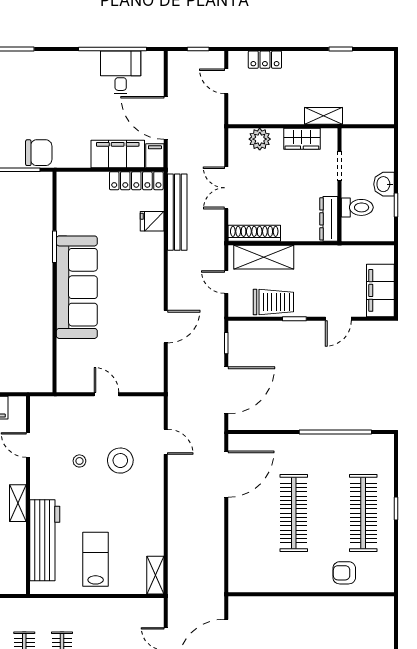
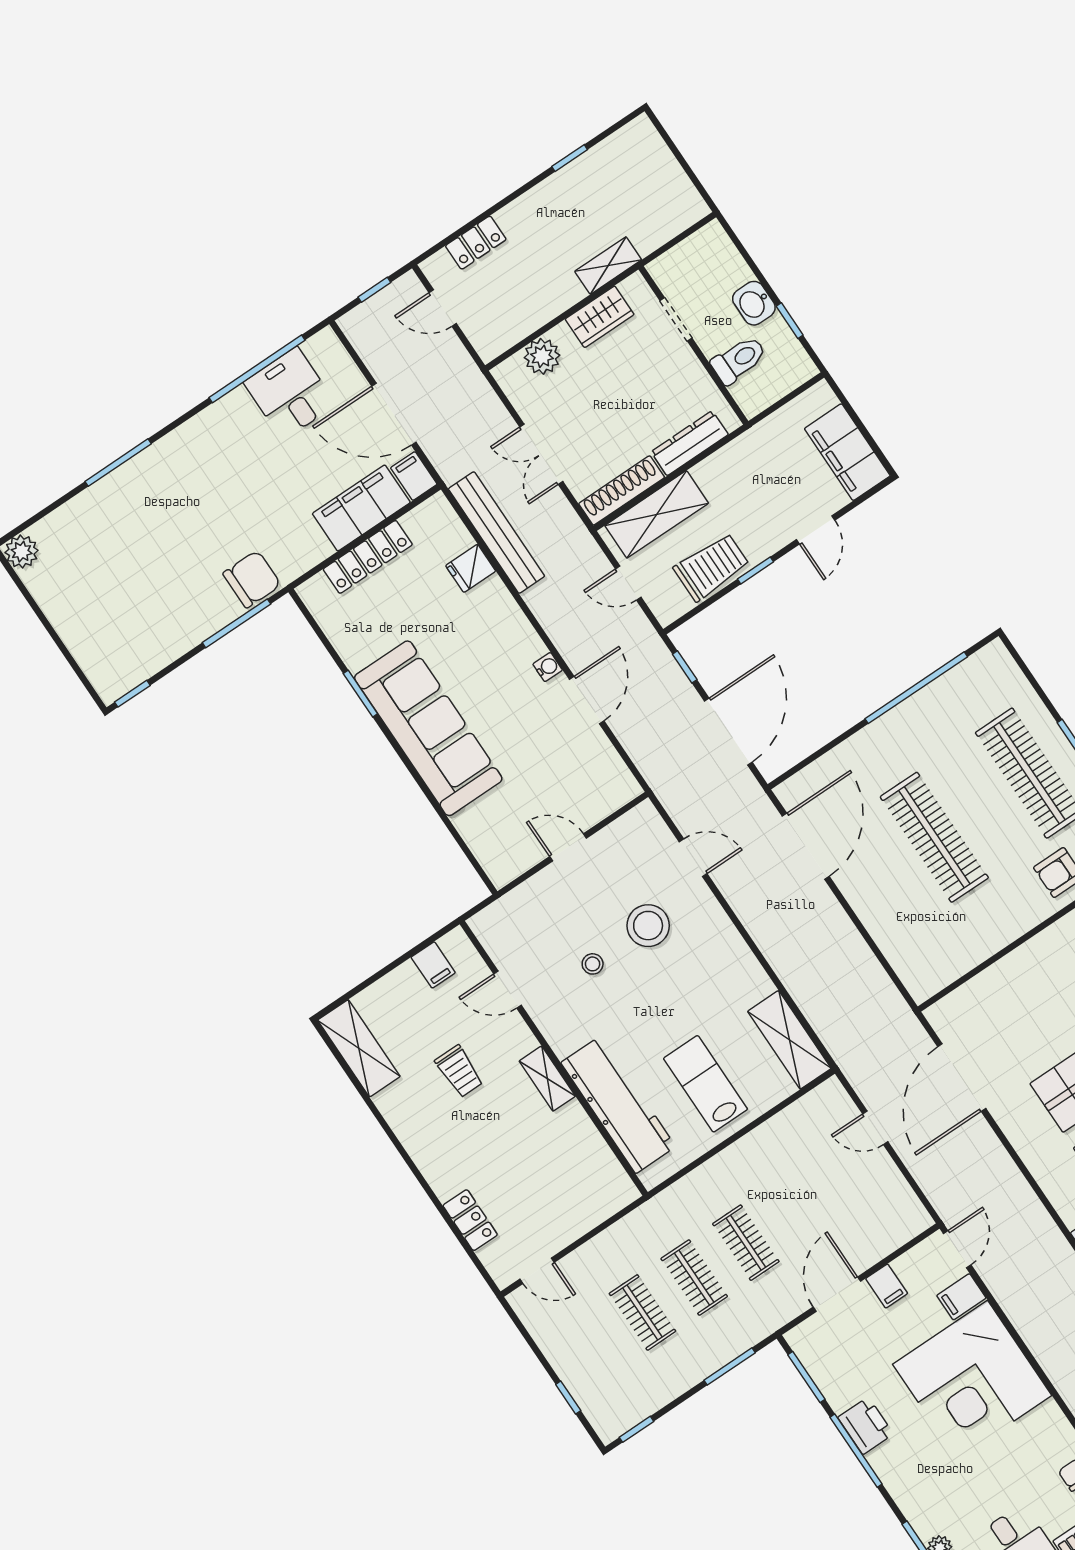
locker: (136, 181) -> (368, 557), moved
dresser: (329, 219) -> (690, 443), moved, turned 90
water cooler: (157, 297) -> (548, 667), added
shelving: (155, 575) -> (789, 1040), width x1.50, depth x1.33

